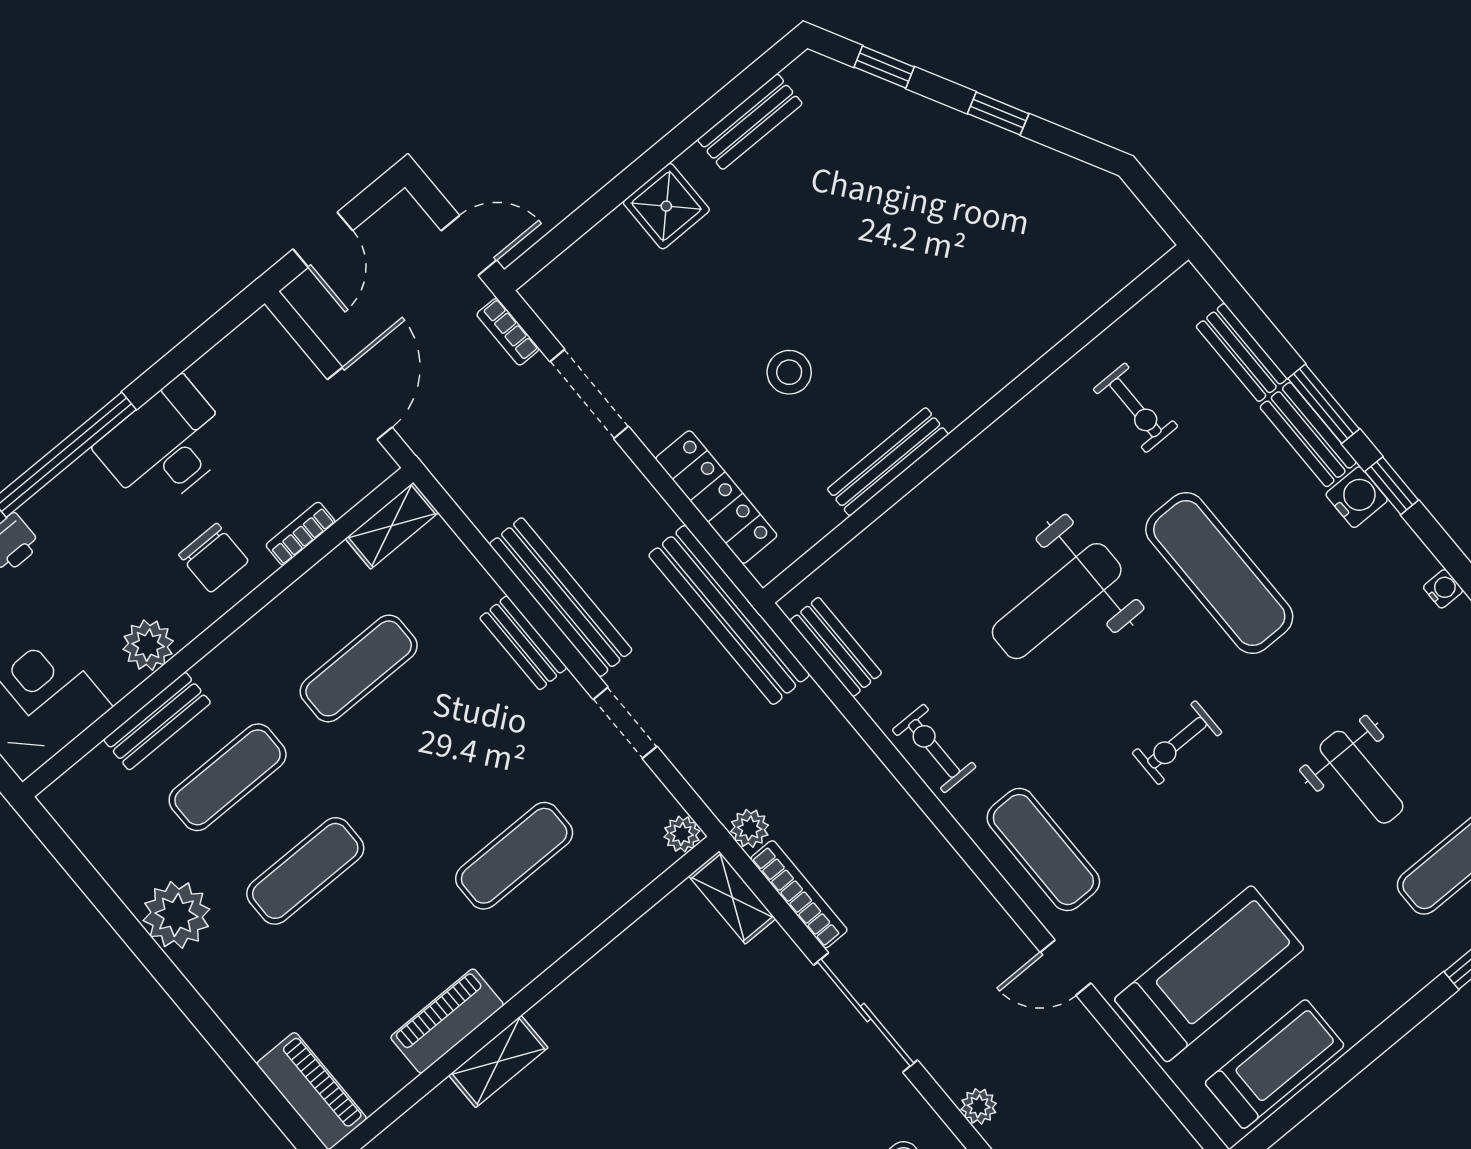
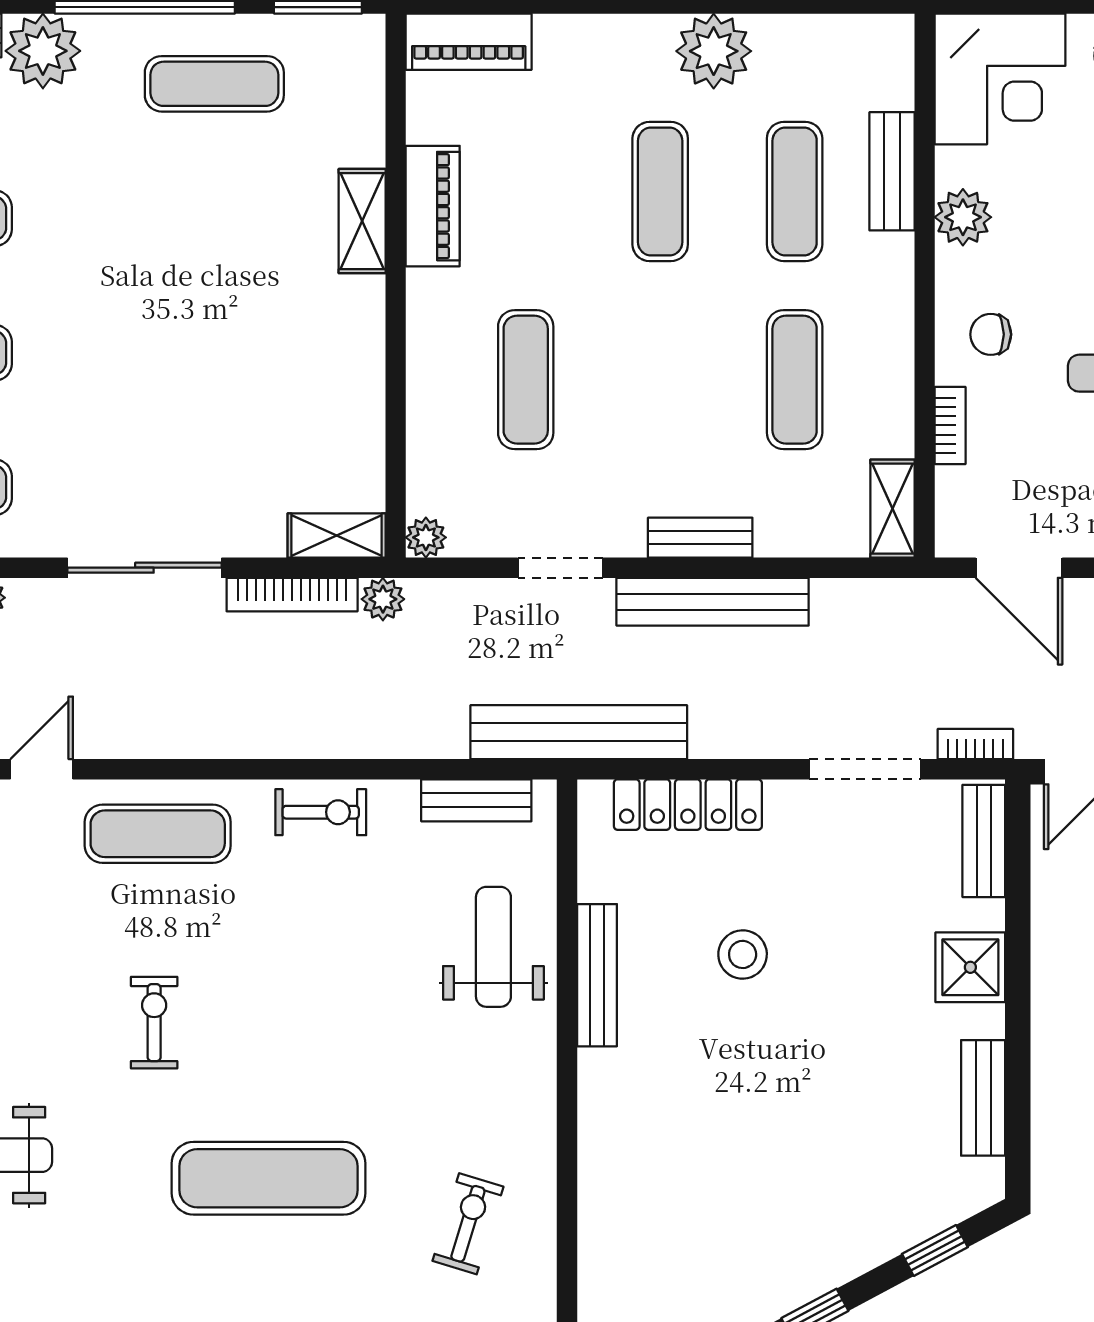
bench: (571, 270) -> (984, 841), added
exercise bike: (1136, 408) -> (468, 1224), turned 107
chair: (214, 558) -> (991, 334), width x0.73, depth x0.73
weight bench: (1057, 601) -> (493, 947), moved, width x0.73, depth x0.75

